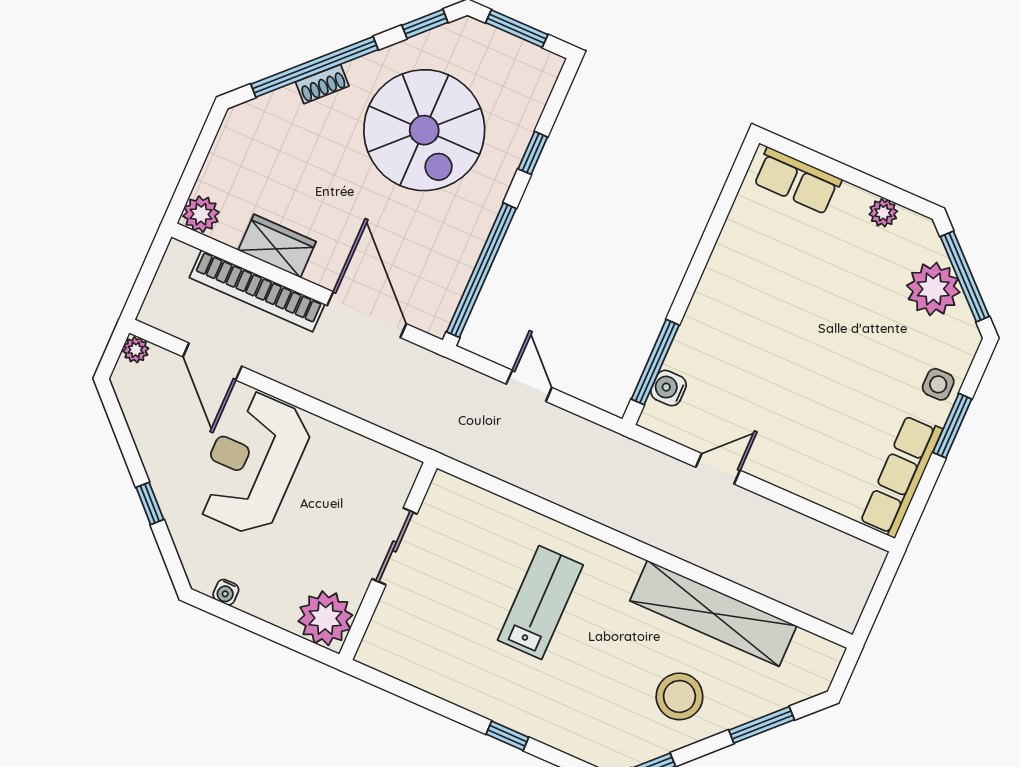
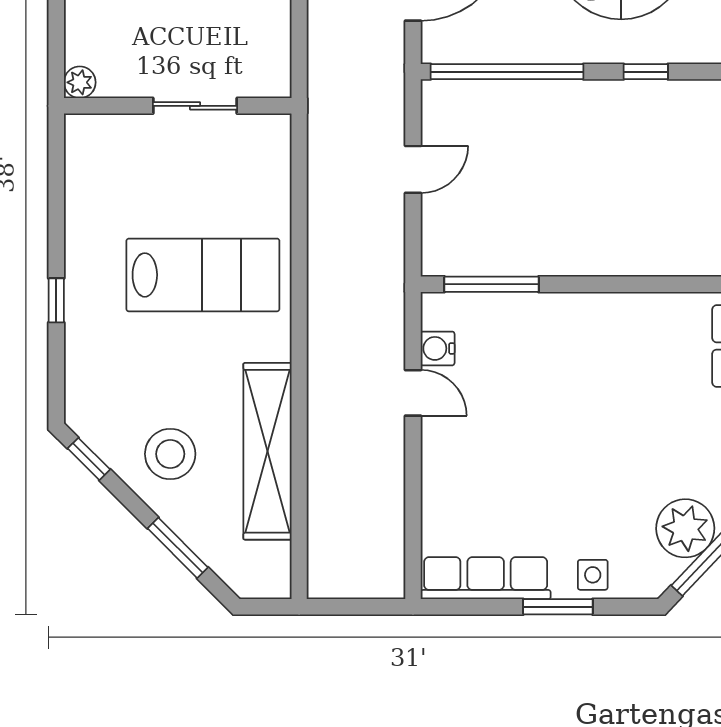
water cooler: (668, 388) -> (438, 348), moved, turned -90
lab bench: (540, 602) -> (203, 275), width x1.36, depth x1.39
plant: (325, 618) -> (80, 82), width x0.53, depth x0.53

